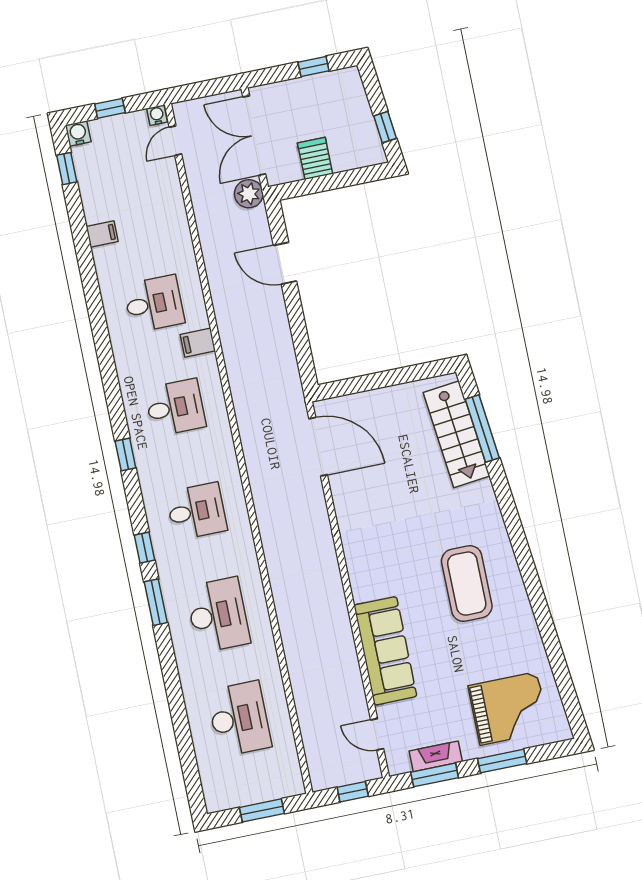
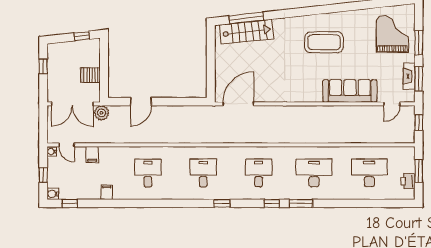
filing cabinet: (198, 343) -> (92, 155), moved
printer: (239, 794) -> (408, 181), added

